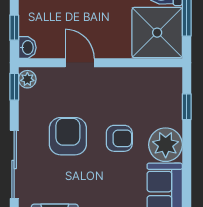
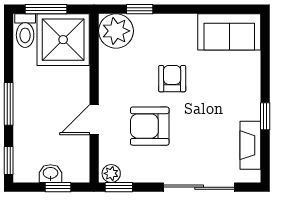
washbasin: (27, 48) -> (50, 174), moved
armchair: (68, 136) -> (150, 126), moved
plant: (166, 145) -> (116, 31), moved

